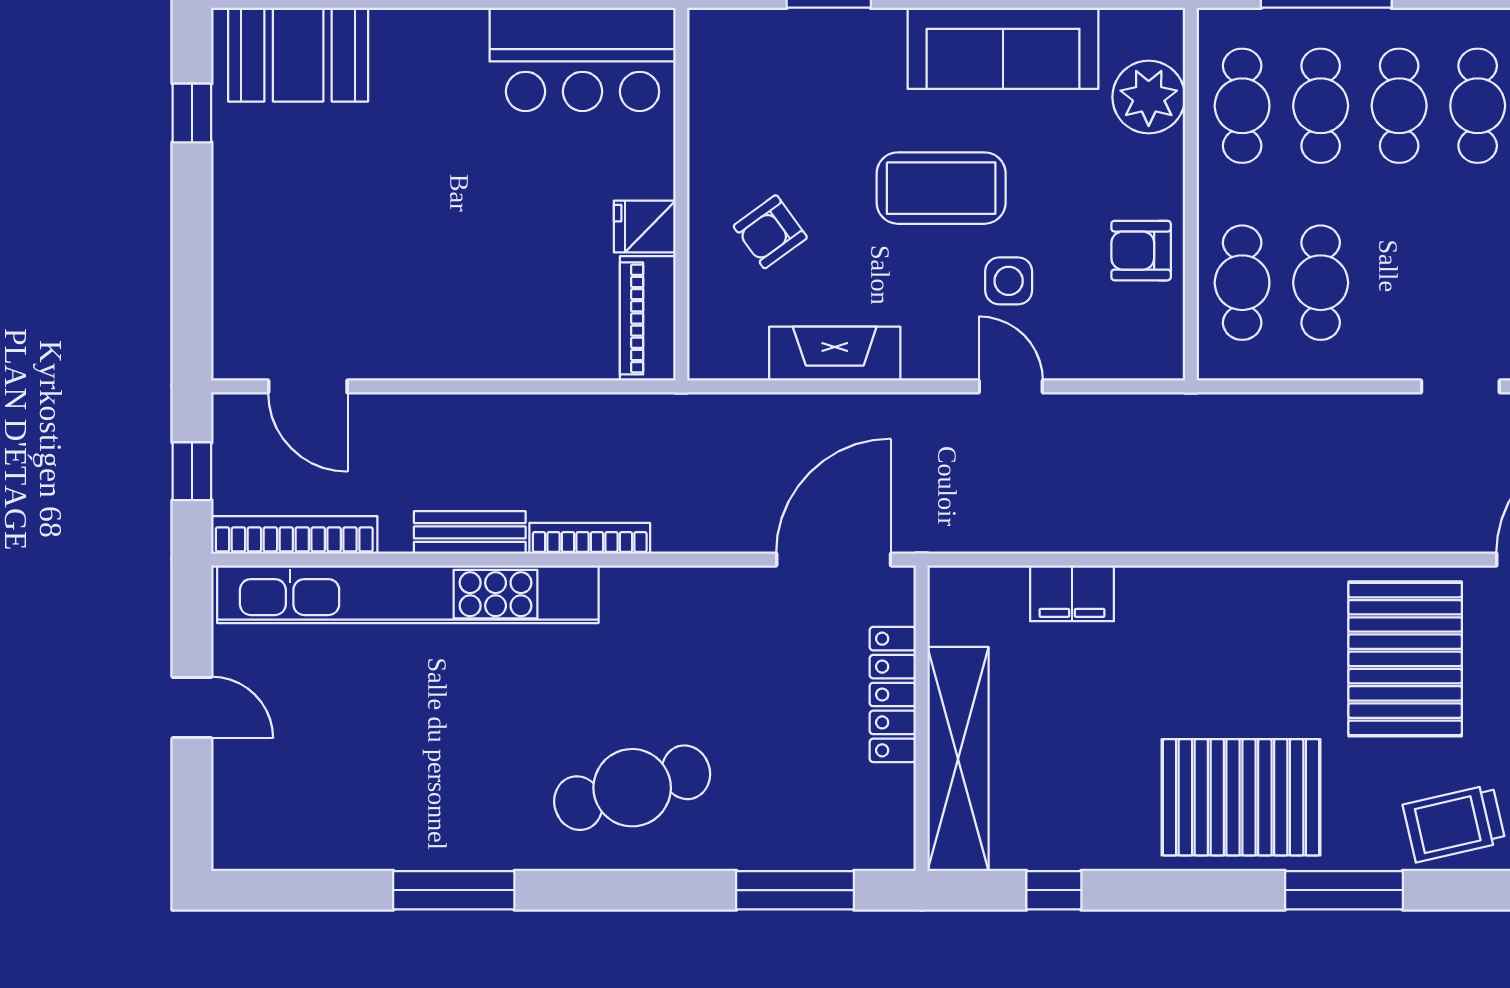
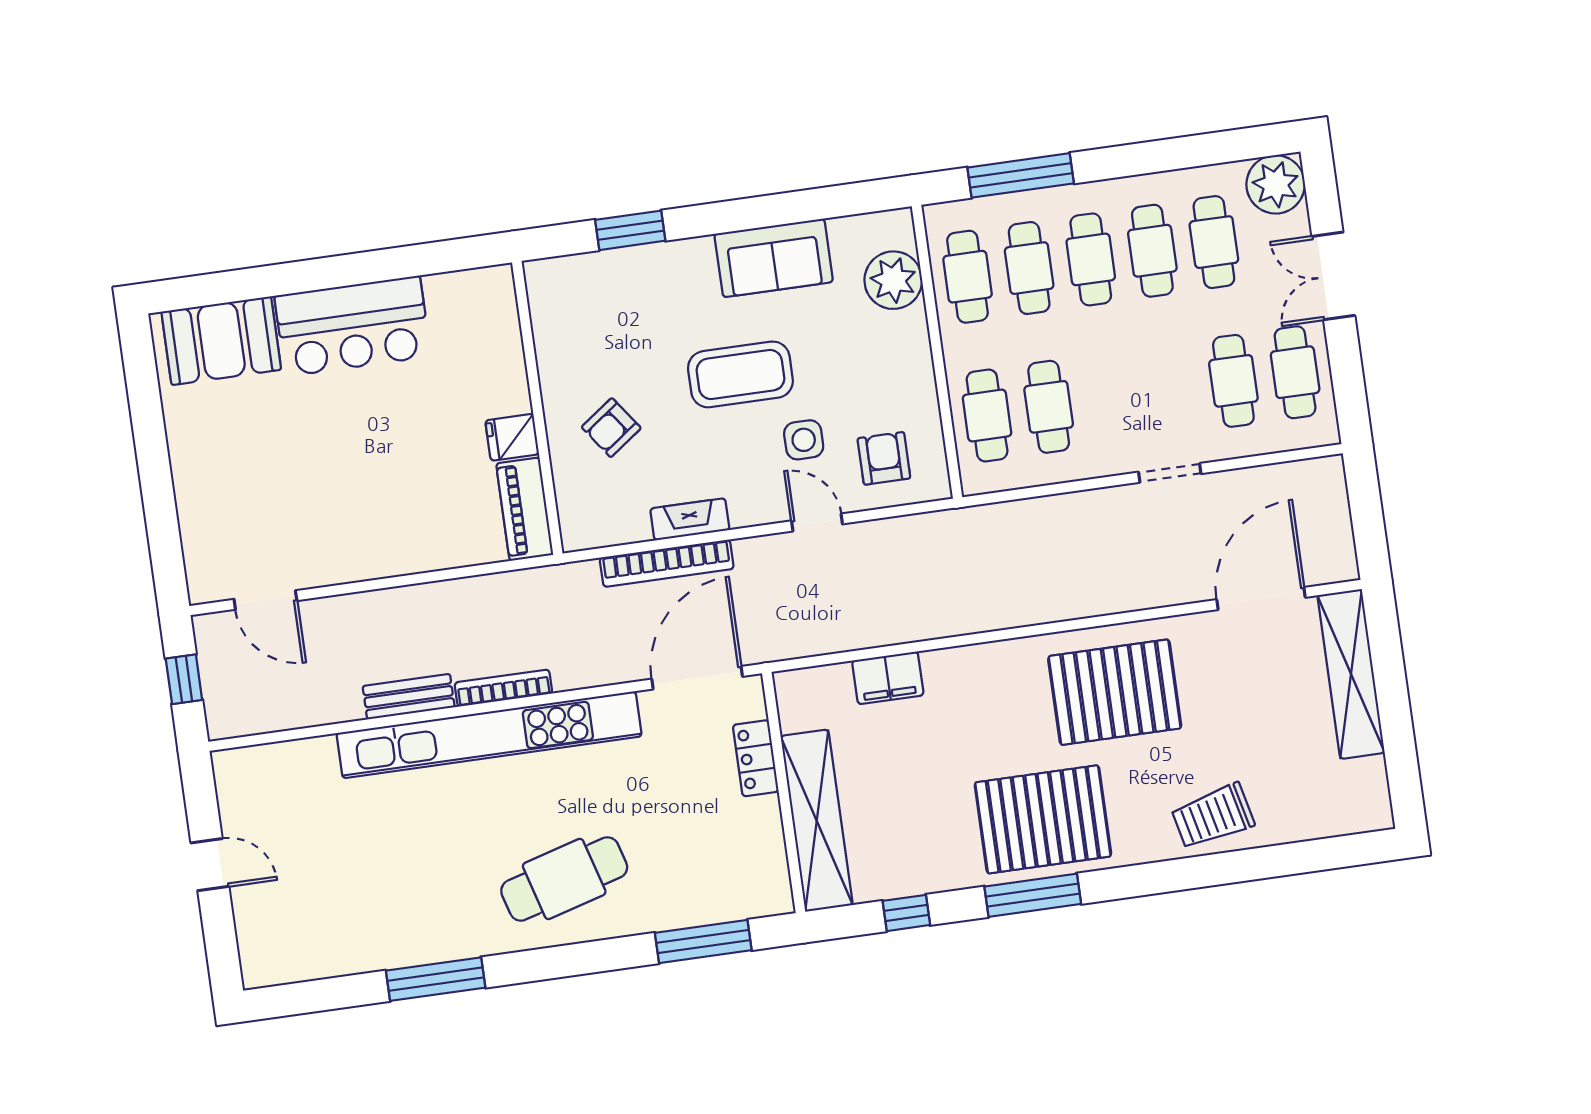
sofa: (1003, 48) -> (774, 258), width x0.73
bar counter: (583, 59) -> (353, 326), moved
window: (192, 113) -> (144, 398), removed
armchair: (1141, 251) -> (884, 458), moved, turned 90
fireplace: (835, 354) -> (690, 519), width x0.73, depth x0.76
bookcase: (294, 535) -> (667, 563), moved, turned 180
kitchen unit: (408, 594) -> (489, 735), moved
pallet: (1405, 659) -> (1115, 692), moved, turned 90
locker: (893, 695) -> (756, 758), width x0.66
window: (1344, 890) -> (1033, 895), moved

